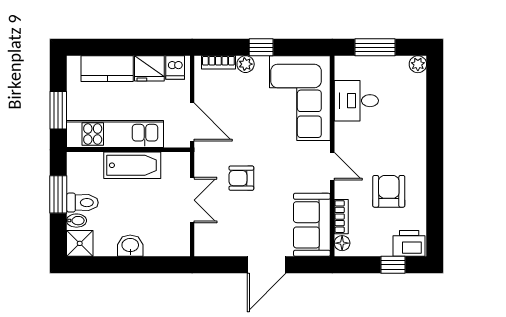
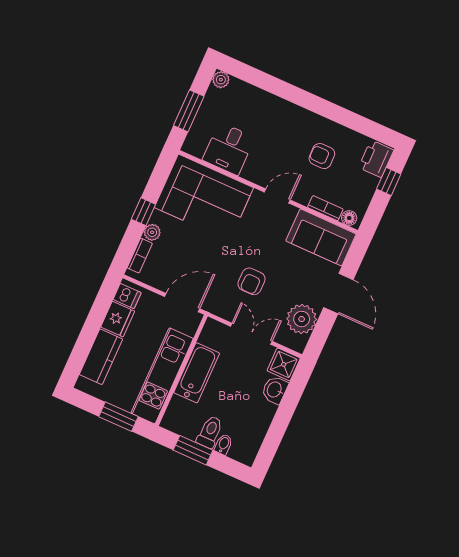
armchair: (389, 191) -> (322, 156), width x0.72, depth x0.72
plant: (227, 241) -> (302, 319), added
shower: (80, 243) -> (284, 364), moved
washbasin: (130, 246) -> (275, 390), moved

